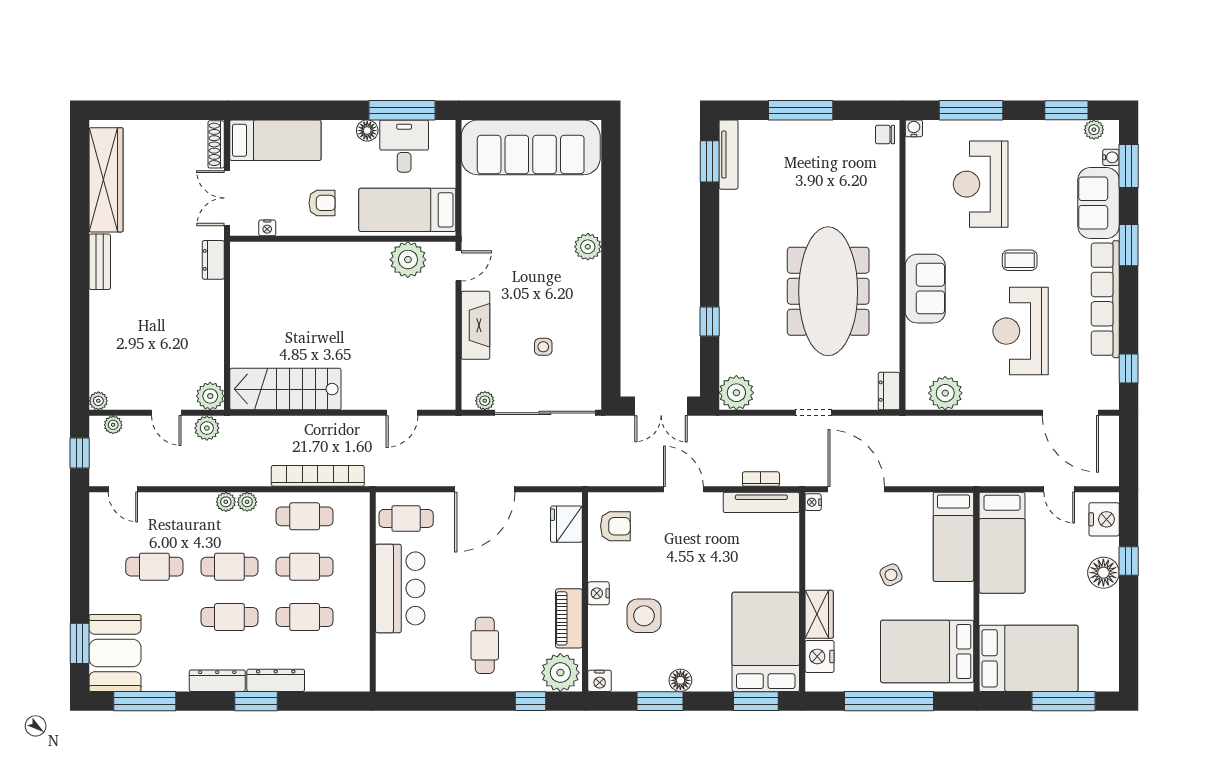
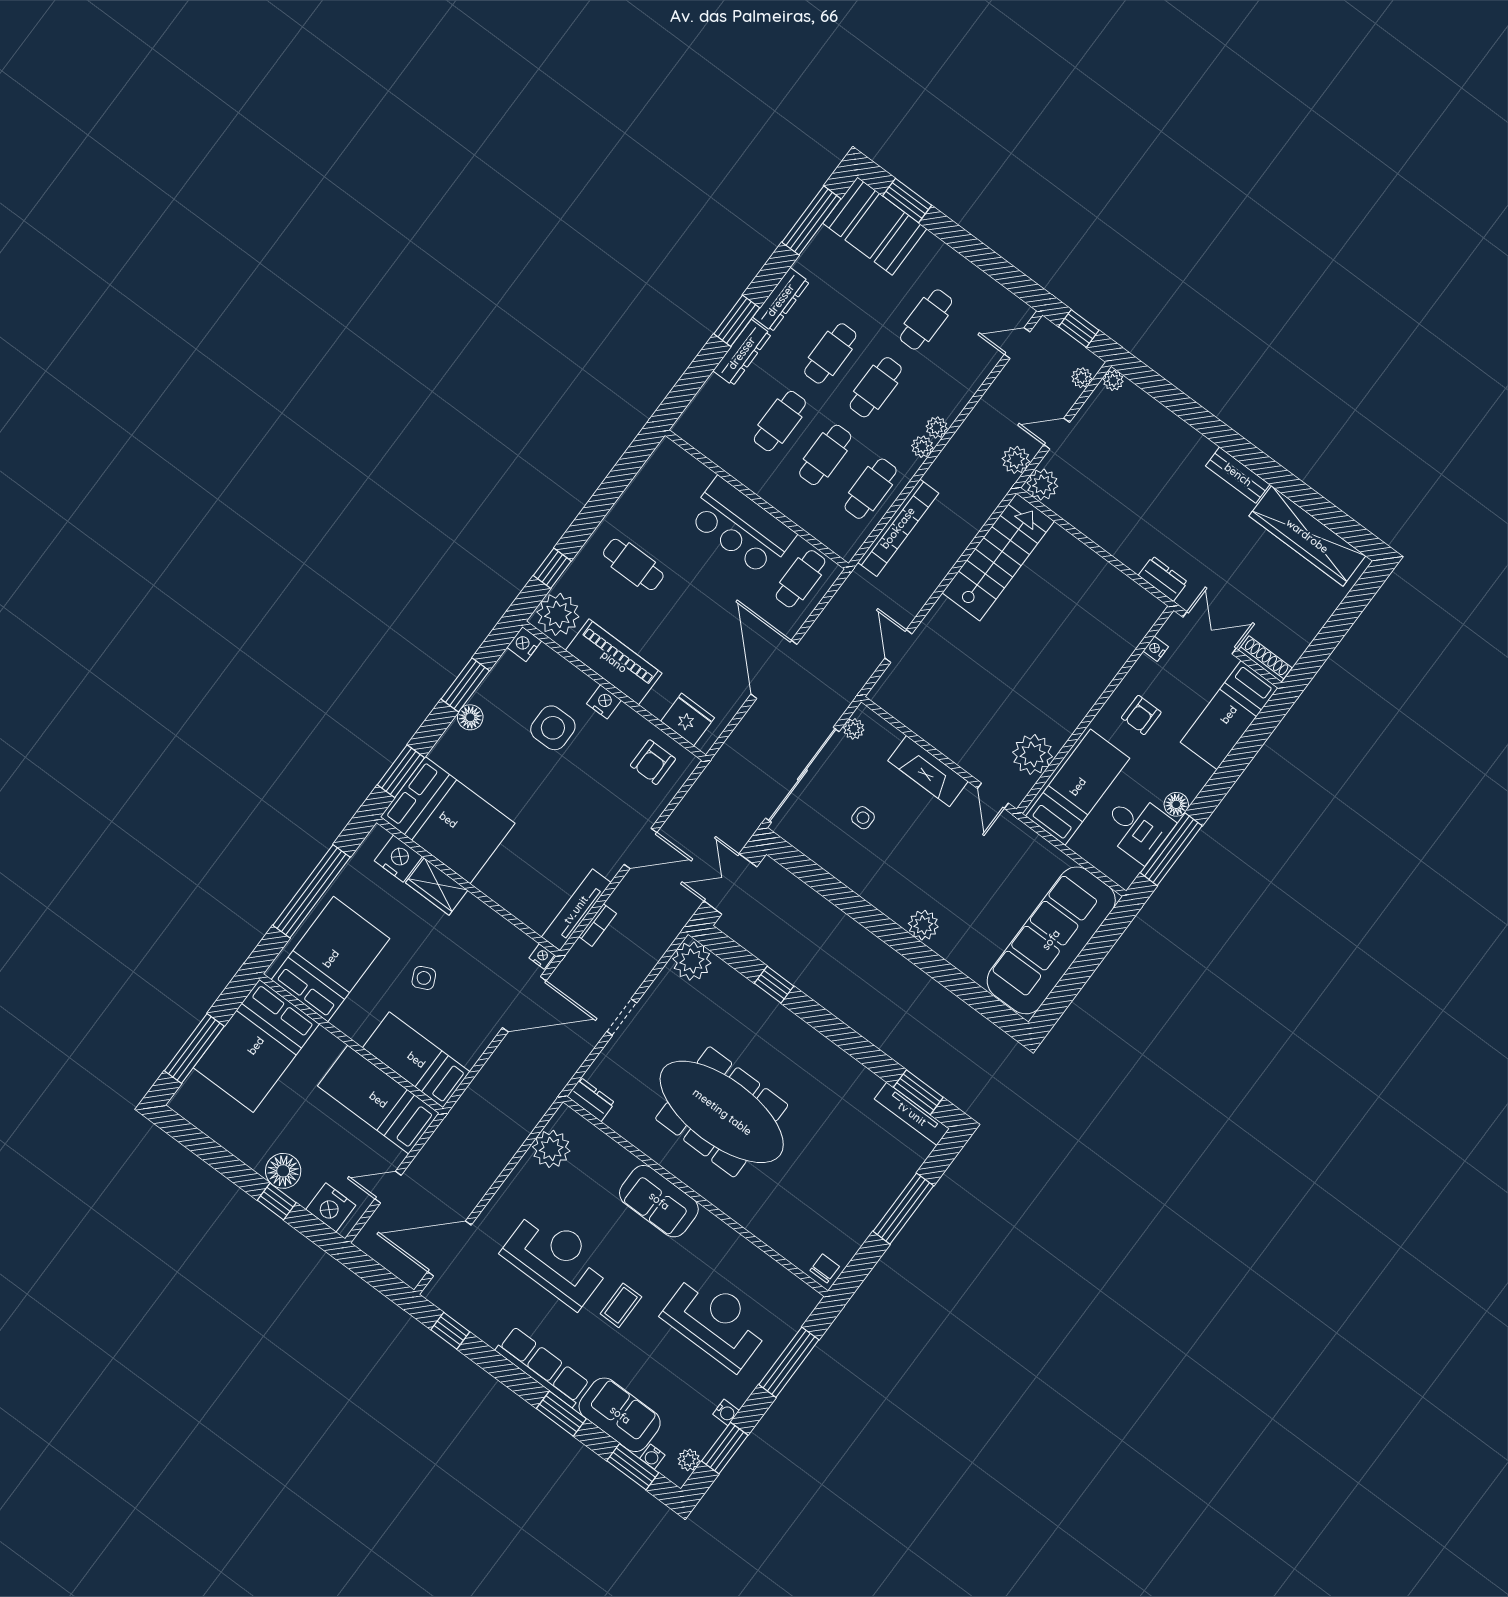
water cooler: (914, 128) -> (726, 1412), moved
row of seats: (1105, 299) -> (543, 1367), width x0.73
piano: (569, 618) -> (614, 662), width x1.37, depth x1.33

